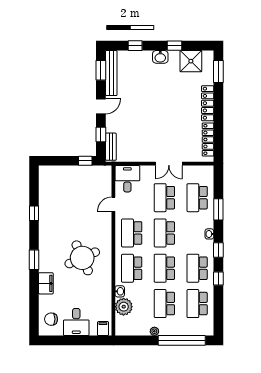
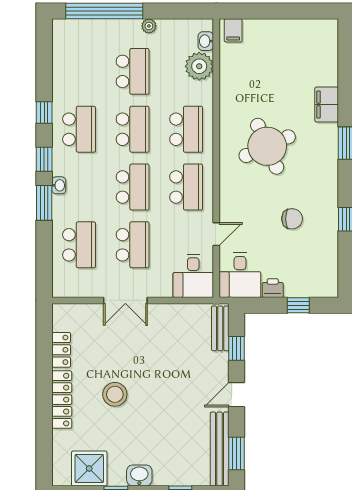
window: (218, 72) -> (44, 451), removed
stool: (175, 106) -> (115, 394), added
locker: (208, 140) -> (61, 350), width x0.66
window: (85, 161) -> (298, 305), moved
double door: (169, 164) -> (125, 300), swing flipped
printer: (79, 171) -> (273, 288), added
window: (218, 209) -> (44, 203), moved
washbasin: (120, 291) -> (206, 41), moved
school desk: (197, 304) -> (79, 71), removed
chair: (51, 319) -> (292, 219), moved
desk: (76, 322) -> (240, 275), moved, turned 180

